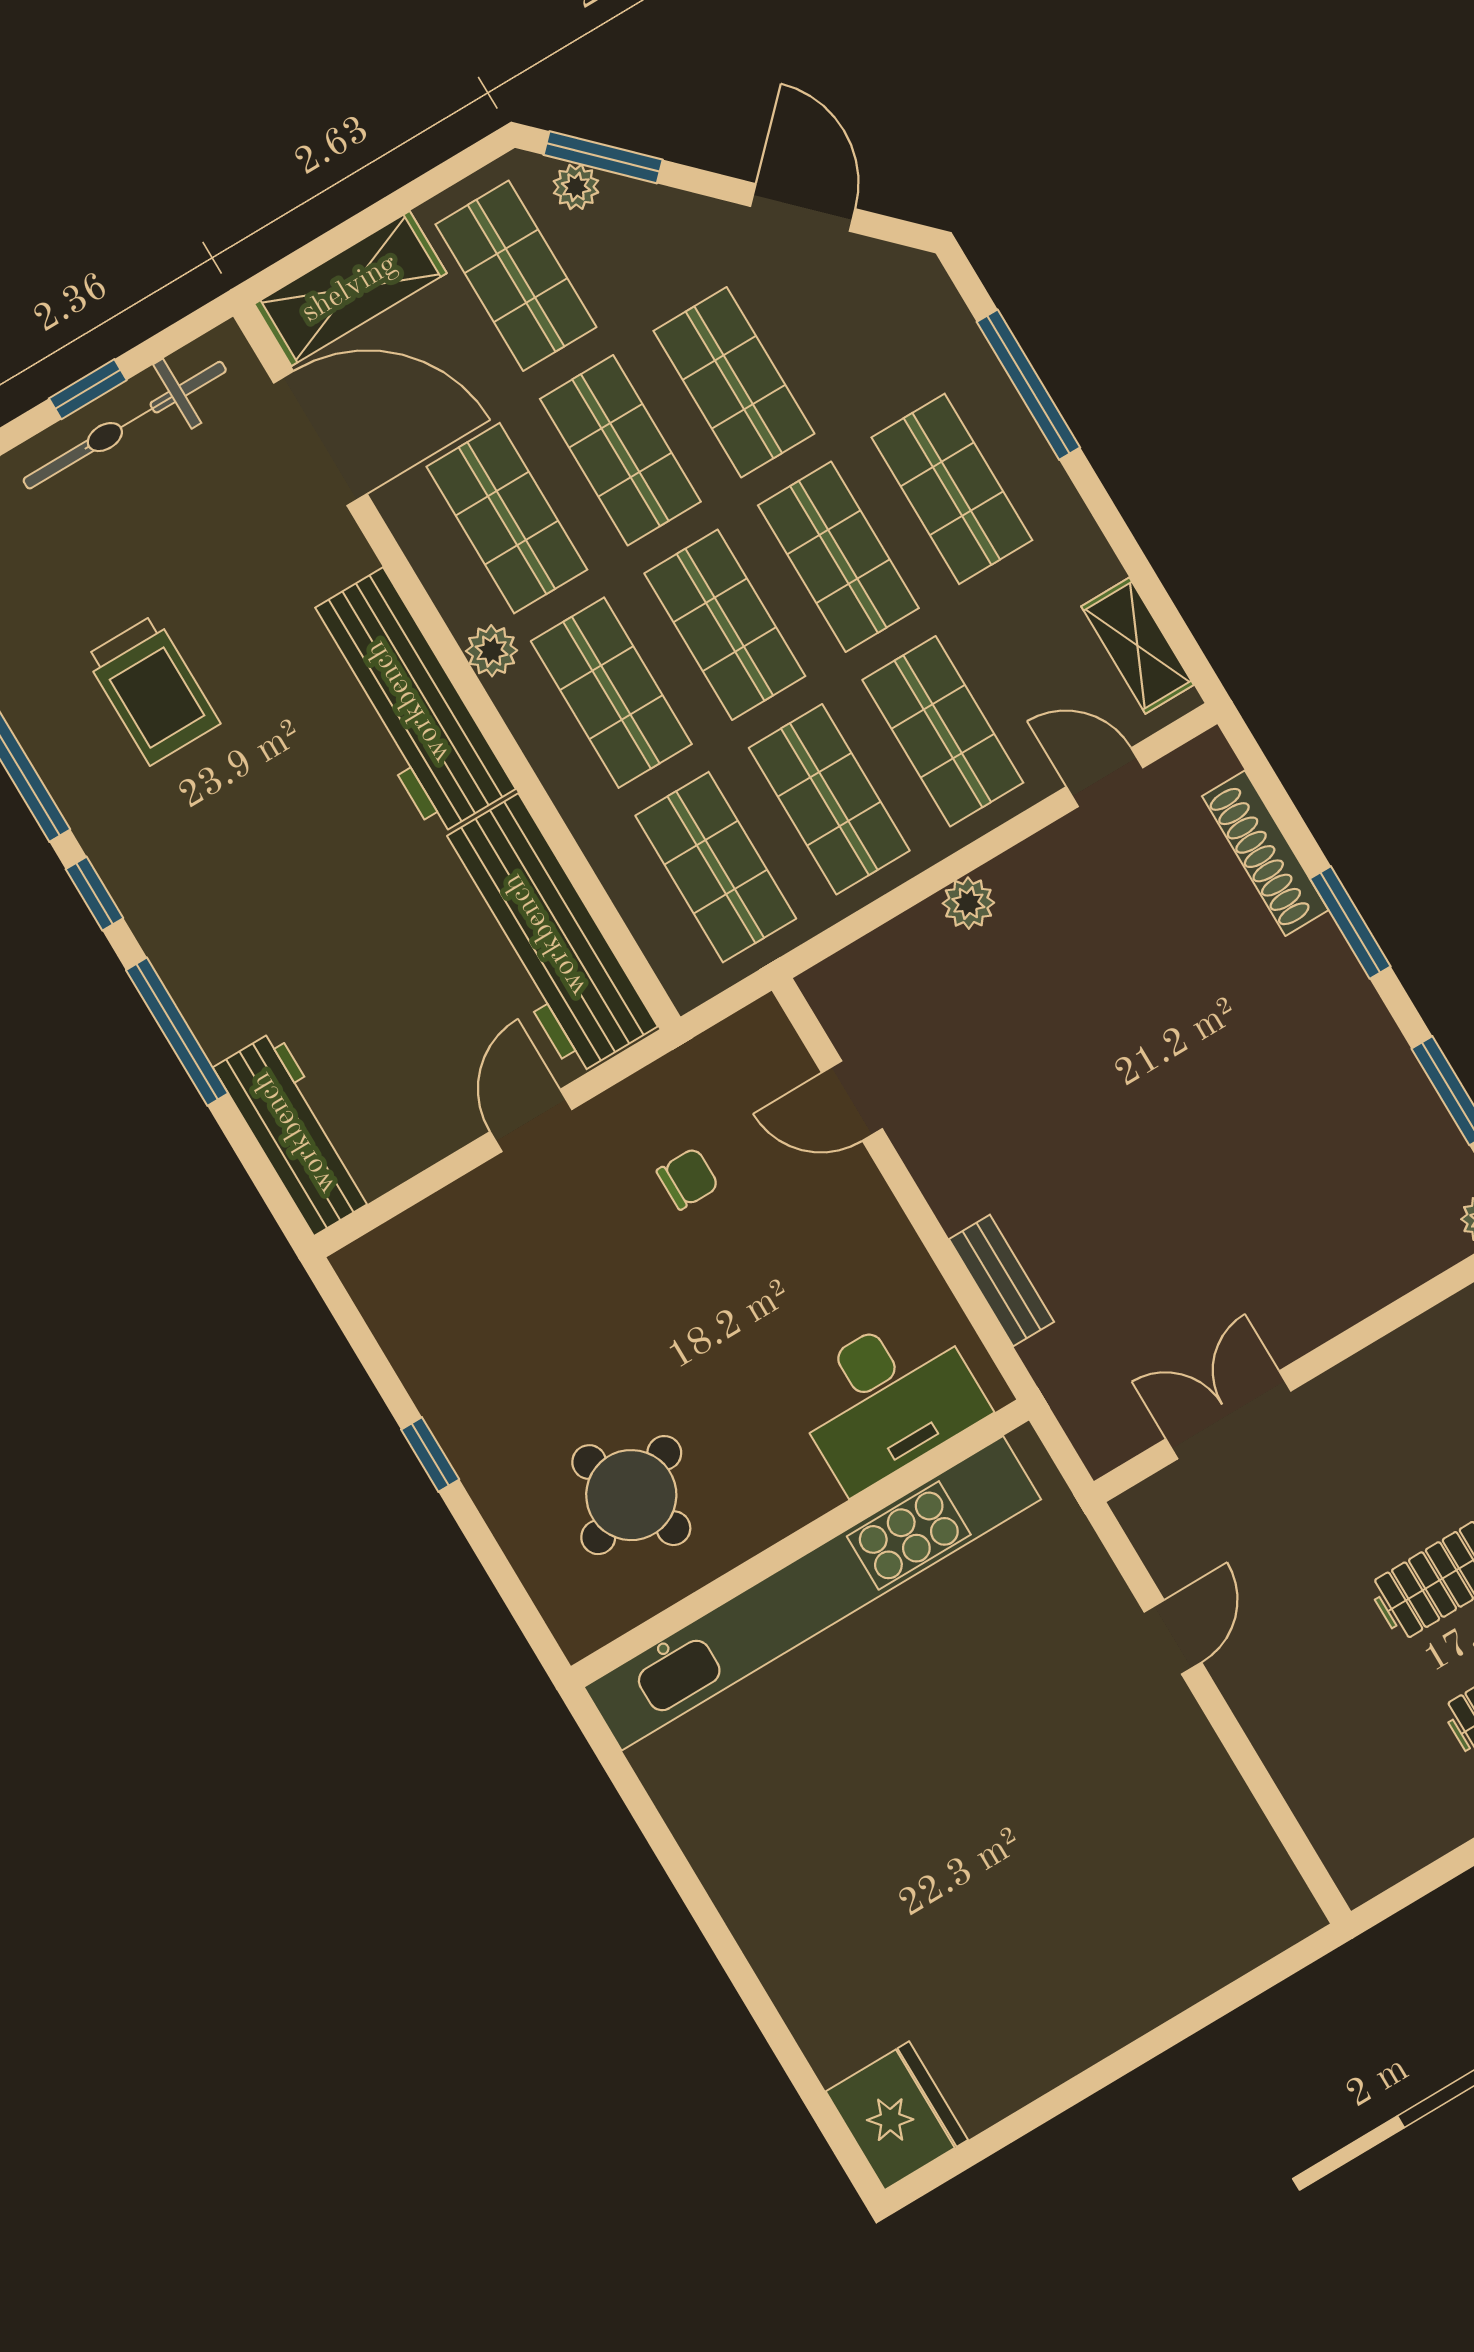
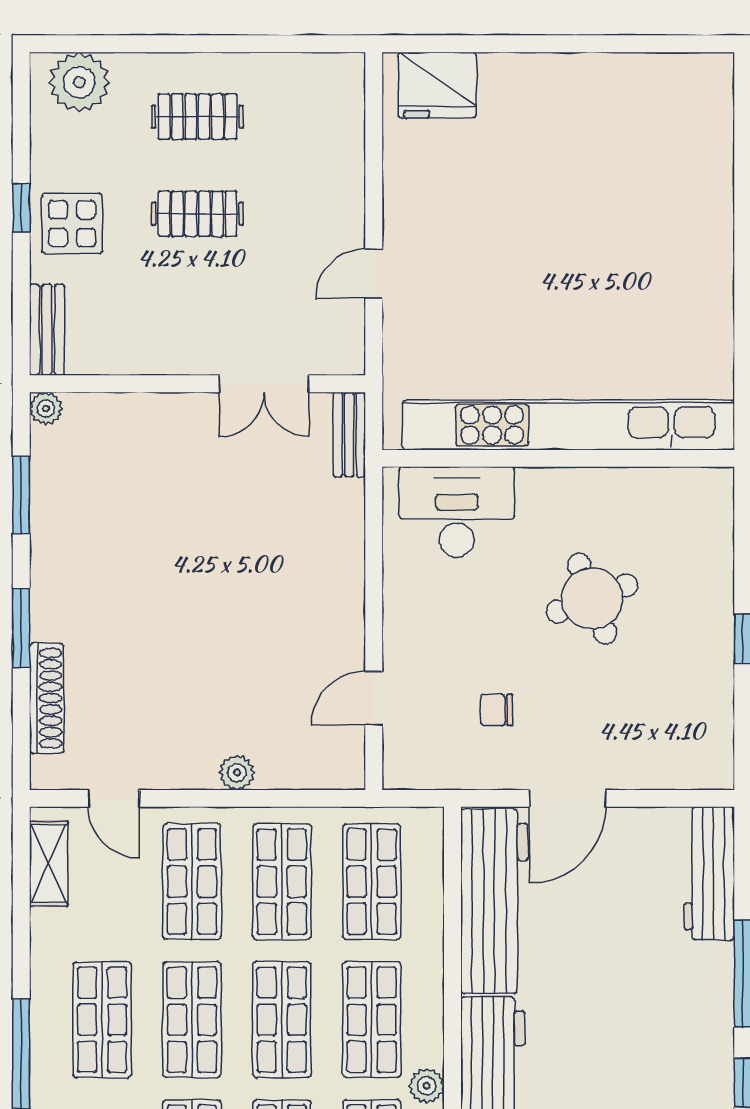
door: (852, 1101) -> (374, 698), swing flipped
door: (531, 1120) -> (568, 798), width x1.38
bench: (1002, 1280) -> (349, 435), moved
round table: (631, 1495) -> (592, 599), moved
fridge: (897, 2116) -> (437, 85), moved, turned -90

